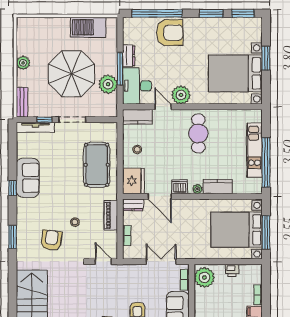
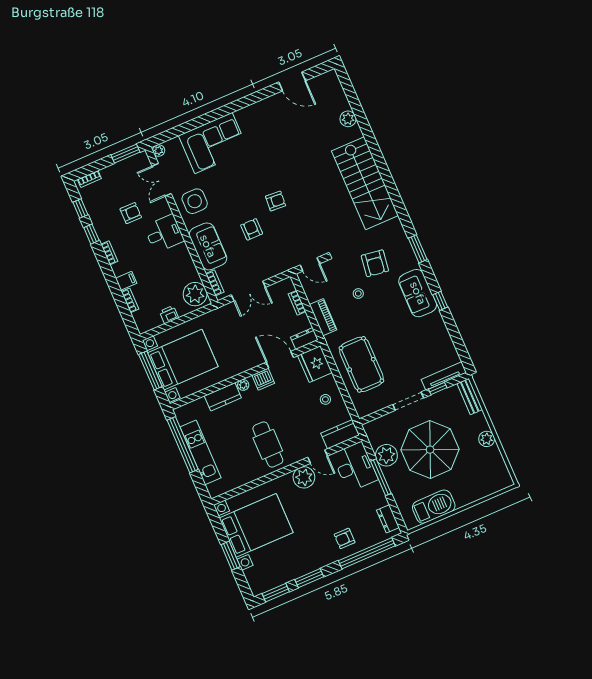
armchair: (170, 33) -> (345, 538), width x0.53, depth x0.53
dresser: (129, 56) -> (388, 519), moved
sofa: (28, 178) -> (418, 293), moved

